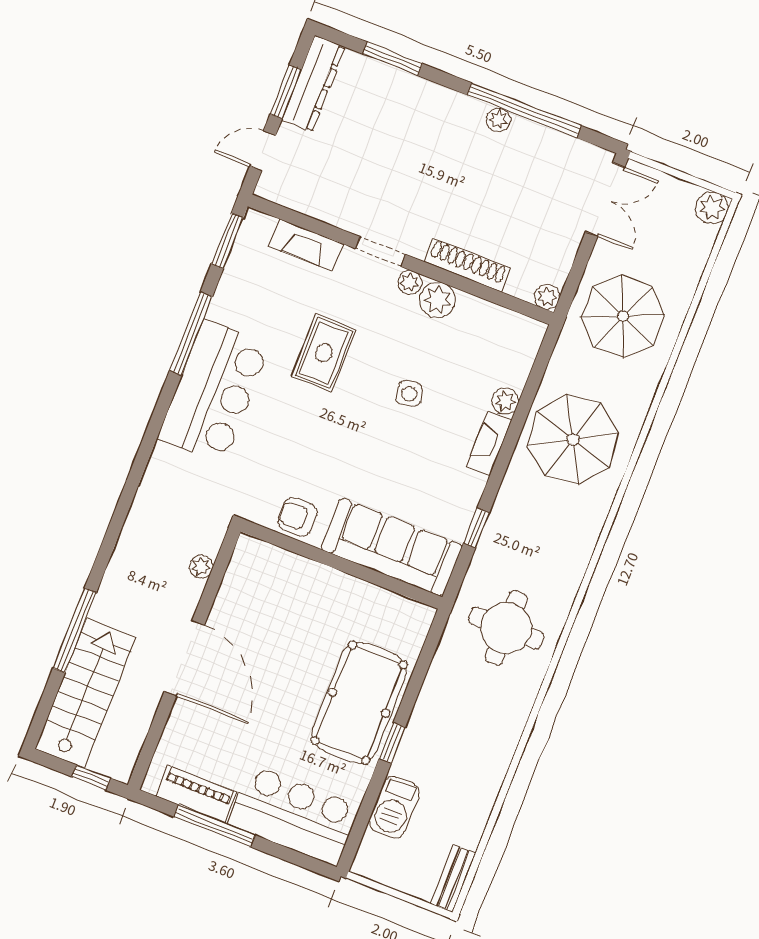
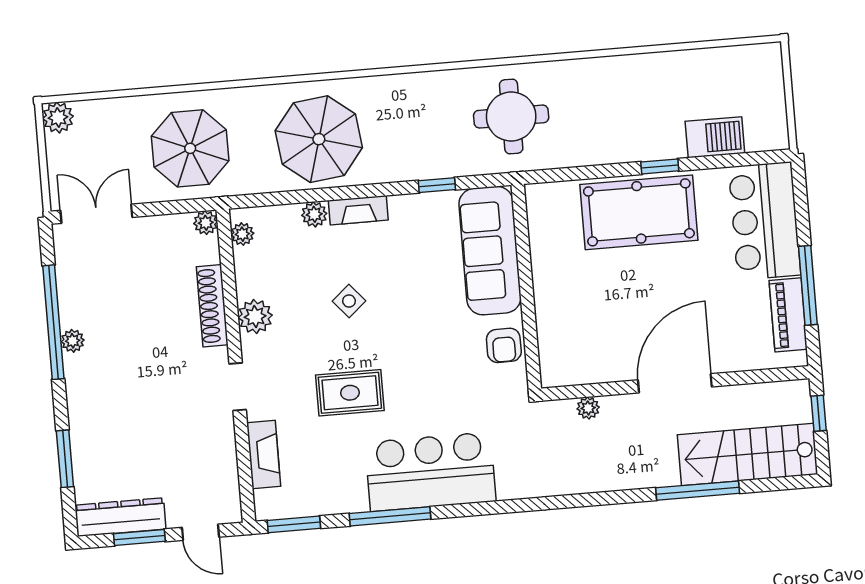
plant: (410, 282) -> (242, 234), moved
side table: (409, 394) -> (349, 301), turned -30
bench: (453, 878) -> (751, 55), removed

